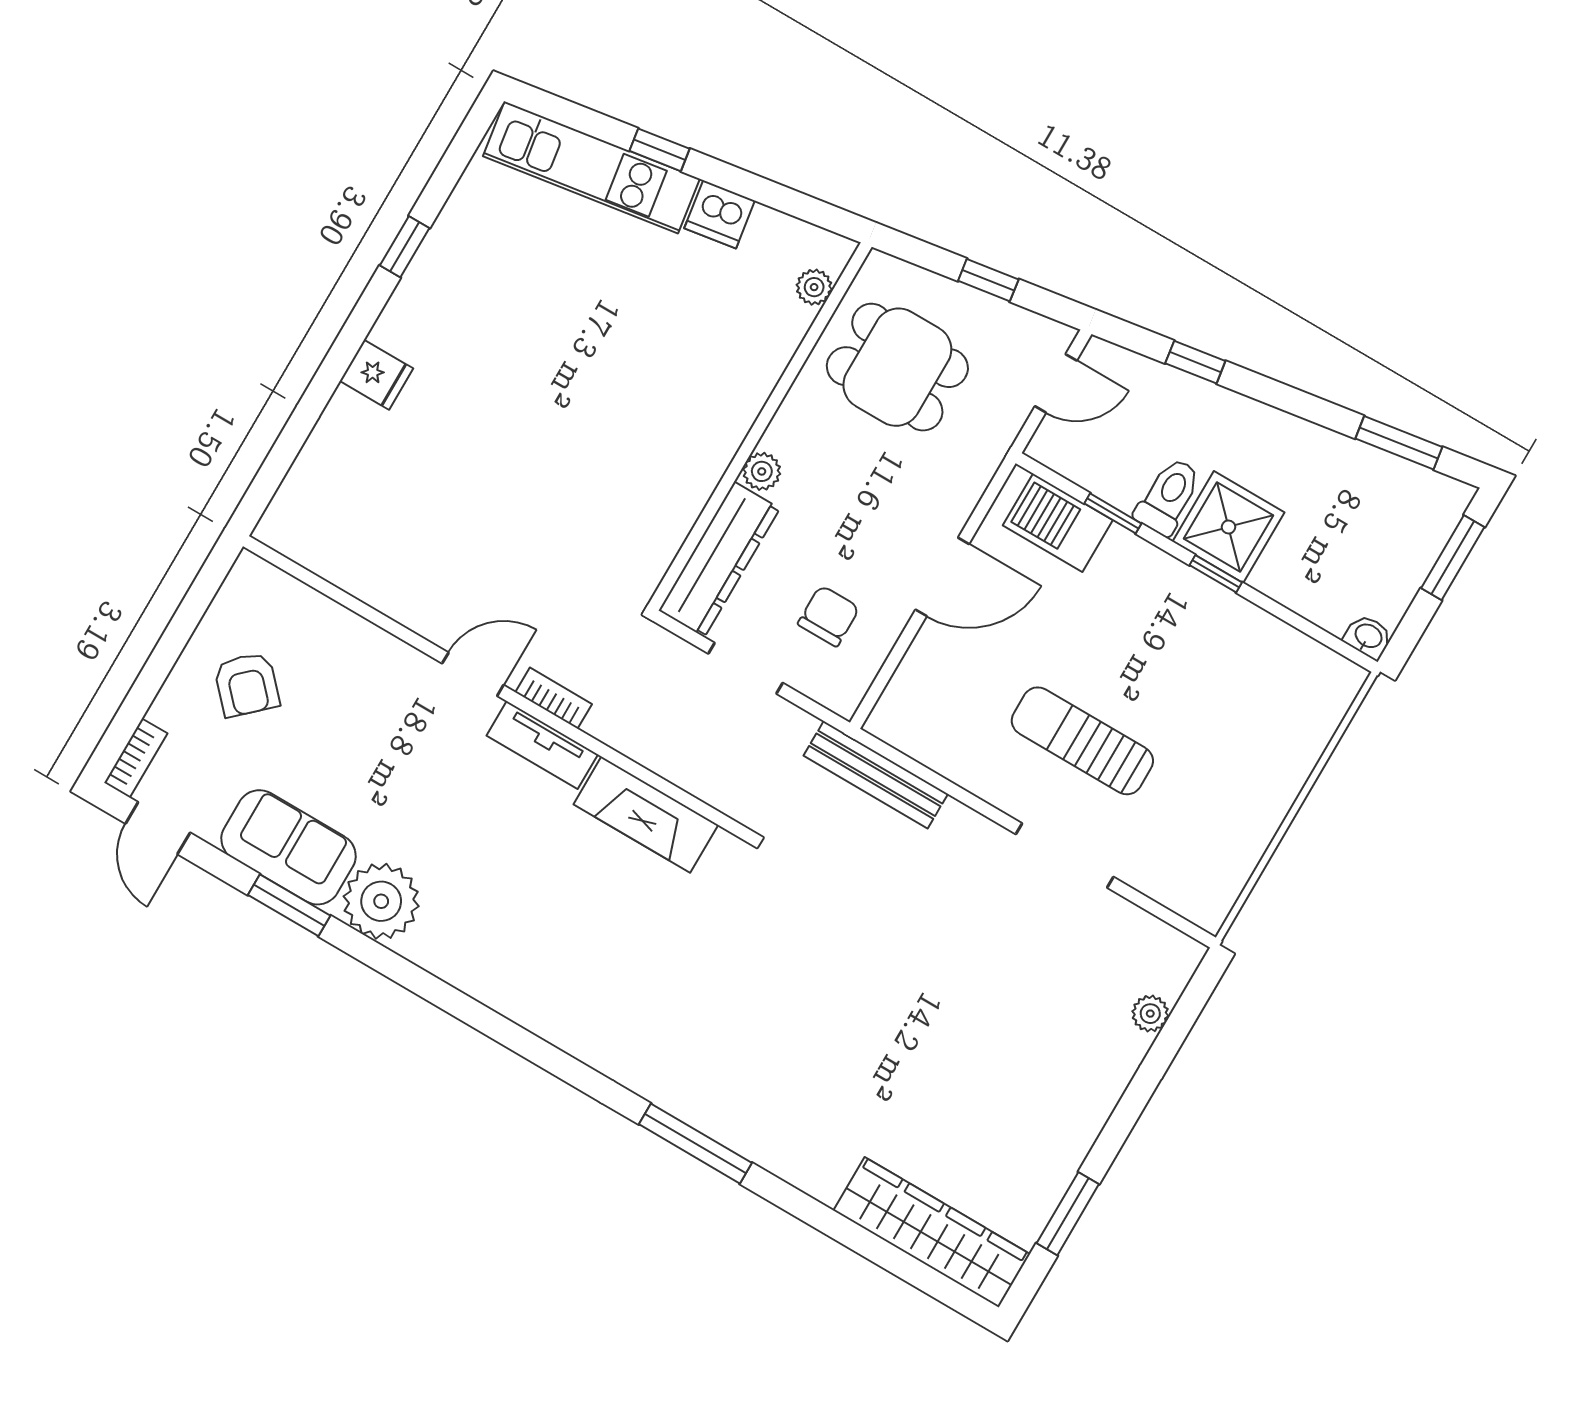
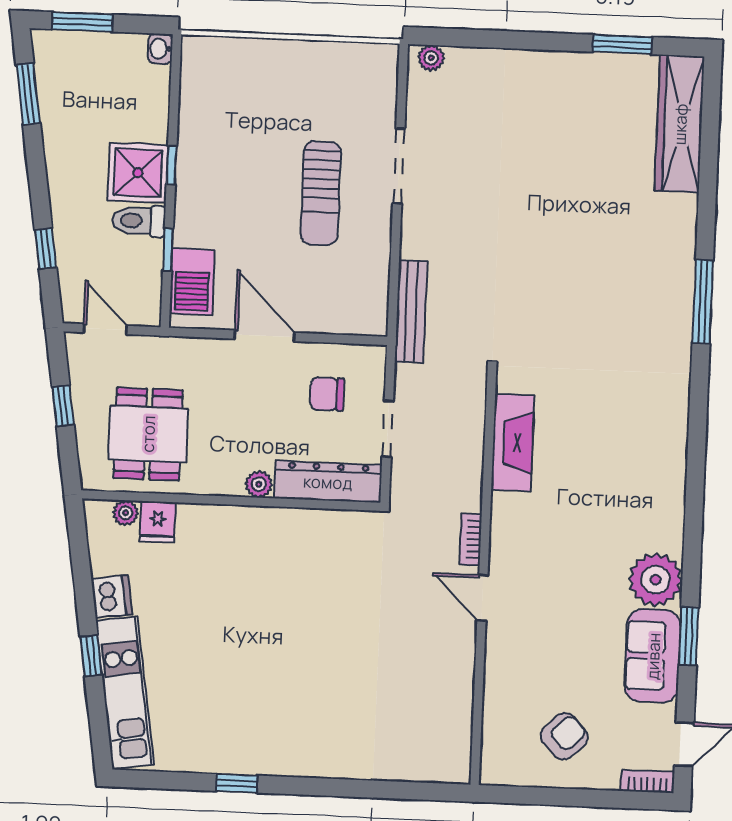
fridge: (377, 375) -> (158, 522), moved, turned 180
tv unit: (542, 745) -> (504, 531), removed
plant: (1150, 1014) -> (431, 58), moved

